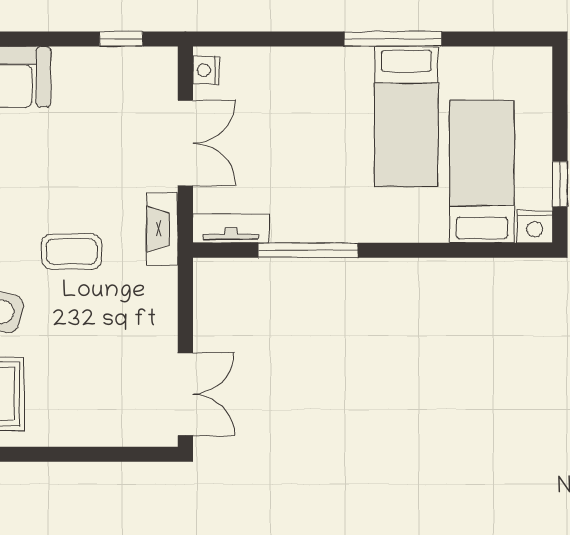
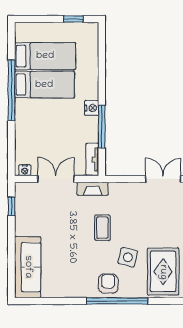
window: (393, 39) -> (11, 90), width x1.46
bed: (482, 172) -> (45, 56), moved, turned 180
nightstand: (535, 227) -> (92, 108), moved

